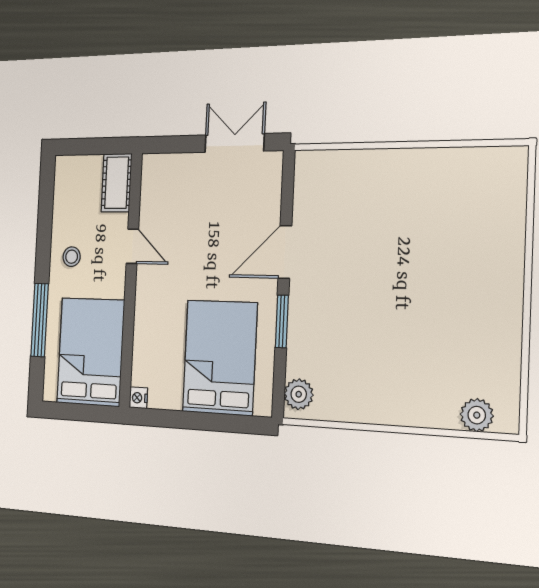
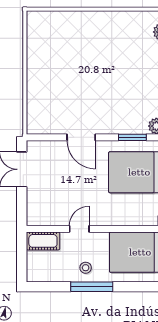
window: (40, 320) -> (92, 287), moved
window: (282, 321) -> (132, 137), moved

